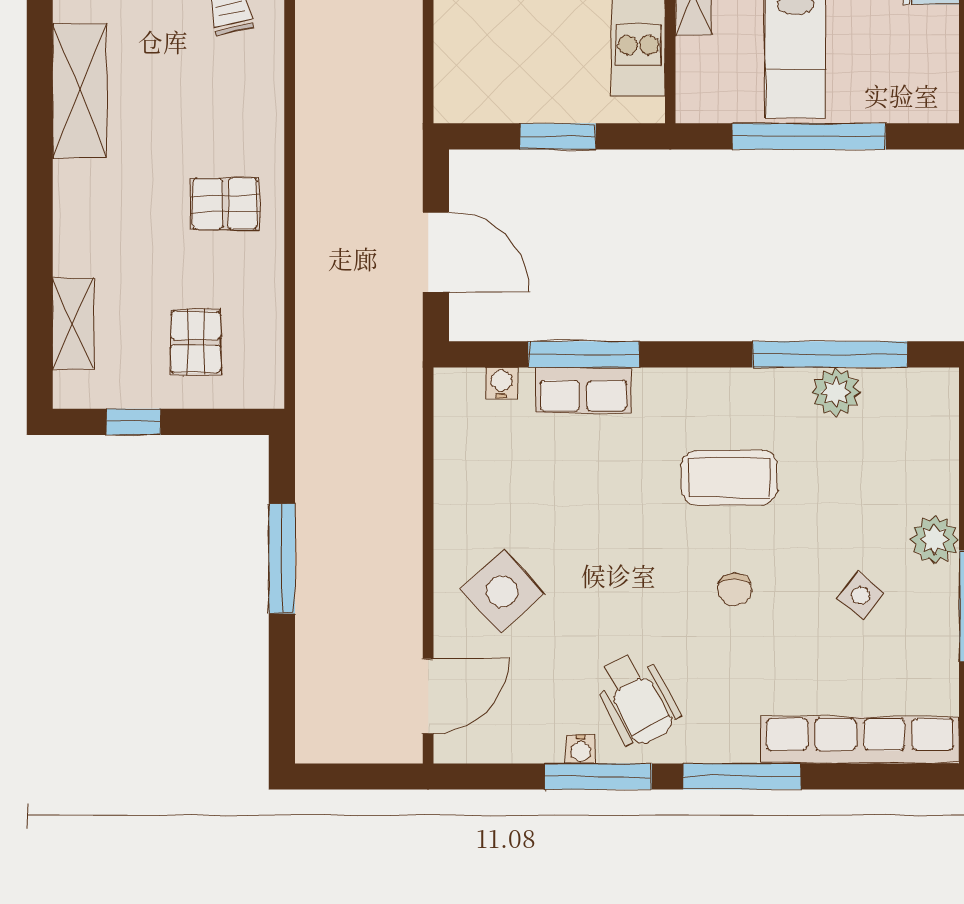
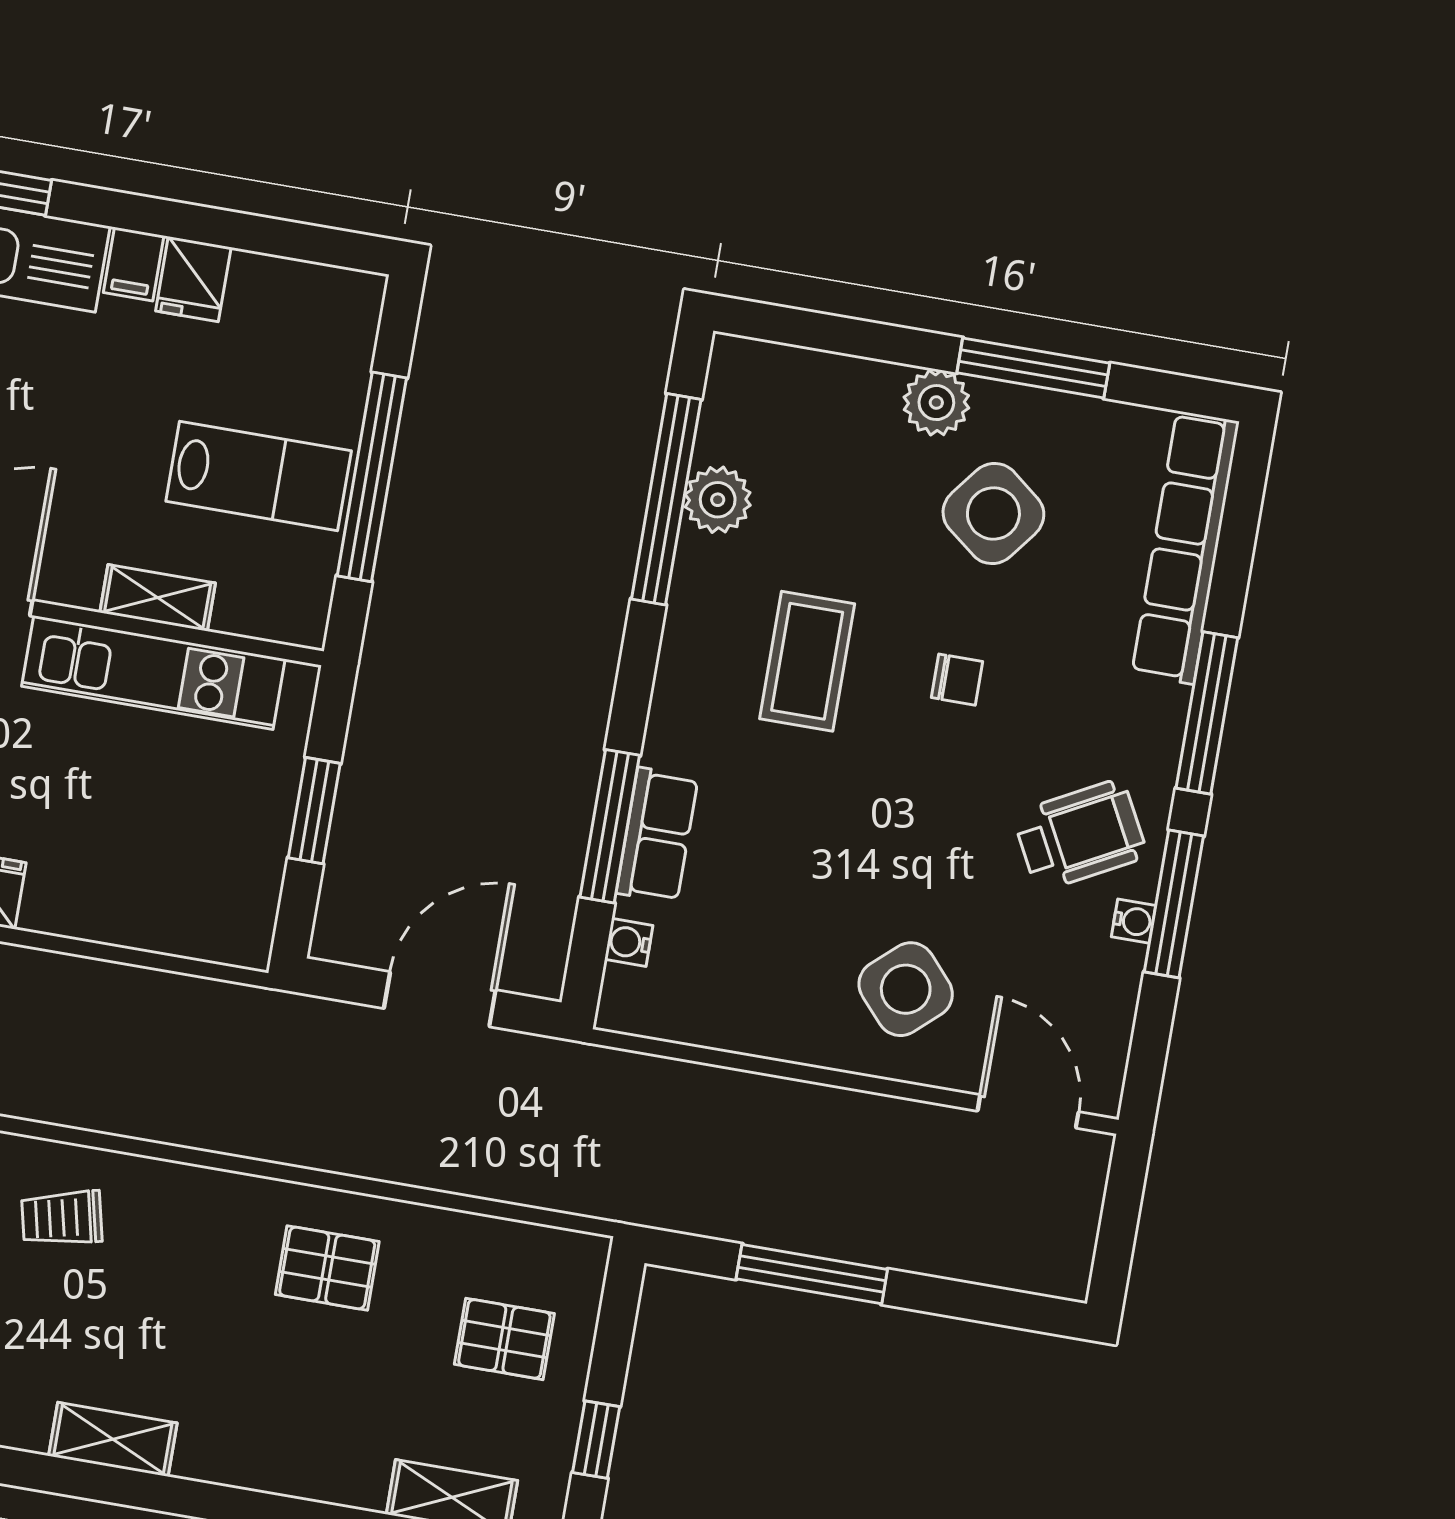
shelving: (80, 91) -> (113, 1439), width x0.67, depth x0.75
pallet: (225, 204) -> (327, 1268), turned 90
side table: (861, 595) -> (993, 513), width x1.87, depth x1.87

